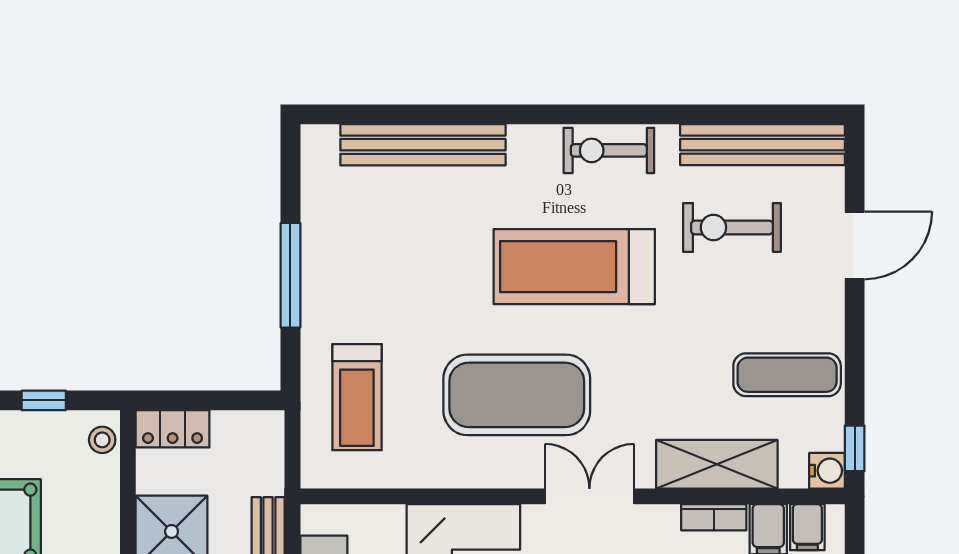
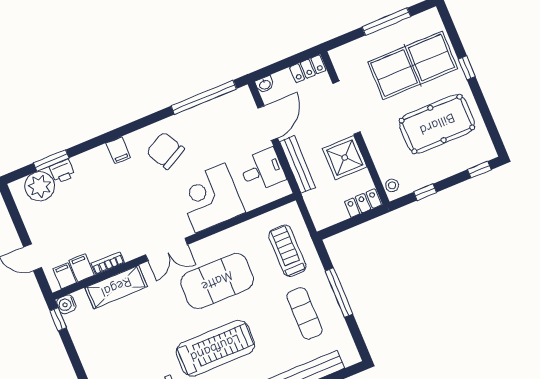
exercise mat: (787, 375) -> (305, 313), moved, turned 90

